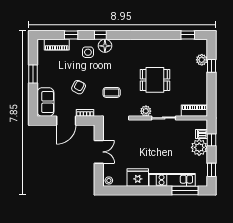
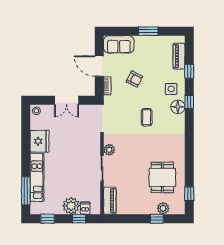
dining table: (155, 80) -> (162, 177), moved
coffee table: (112, 92) -> (147, 117), moved

